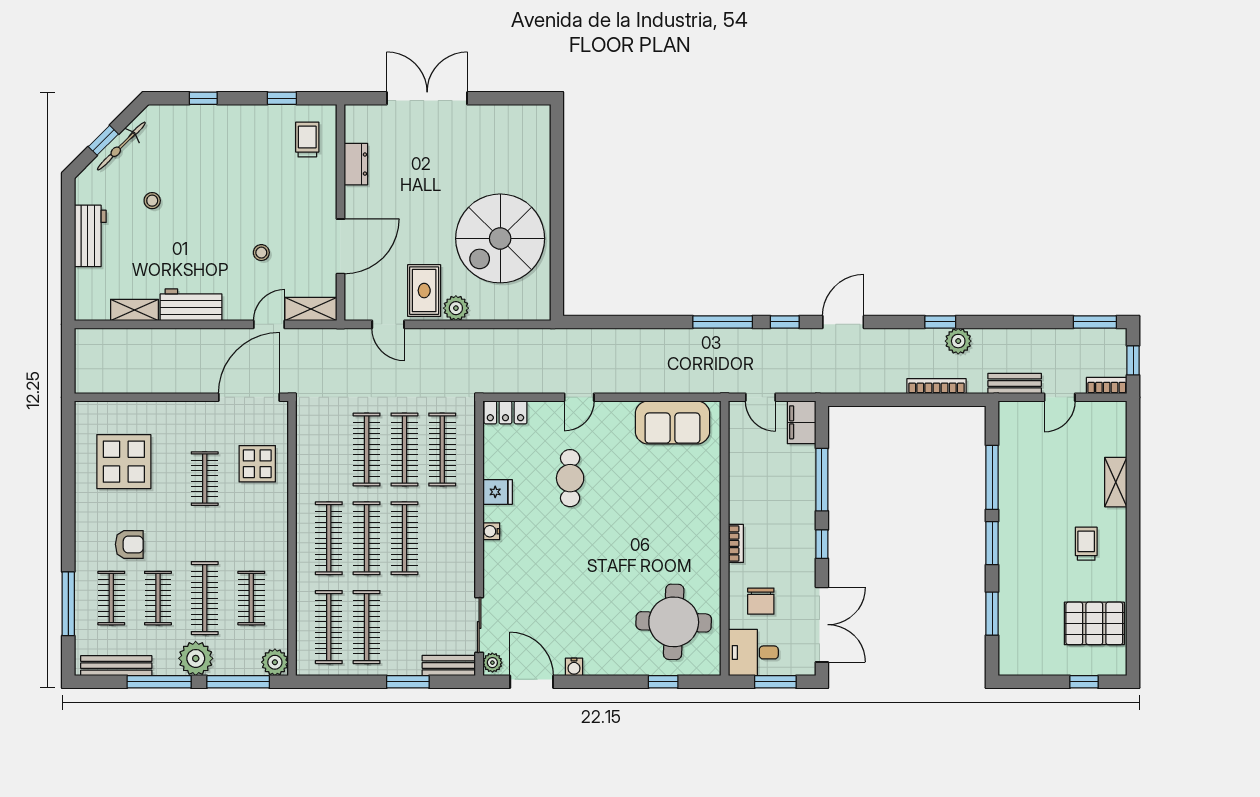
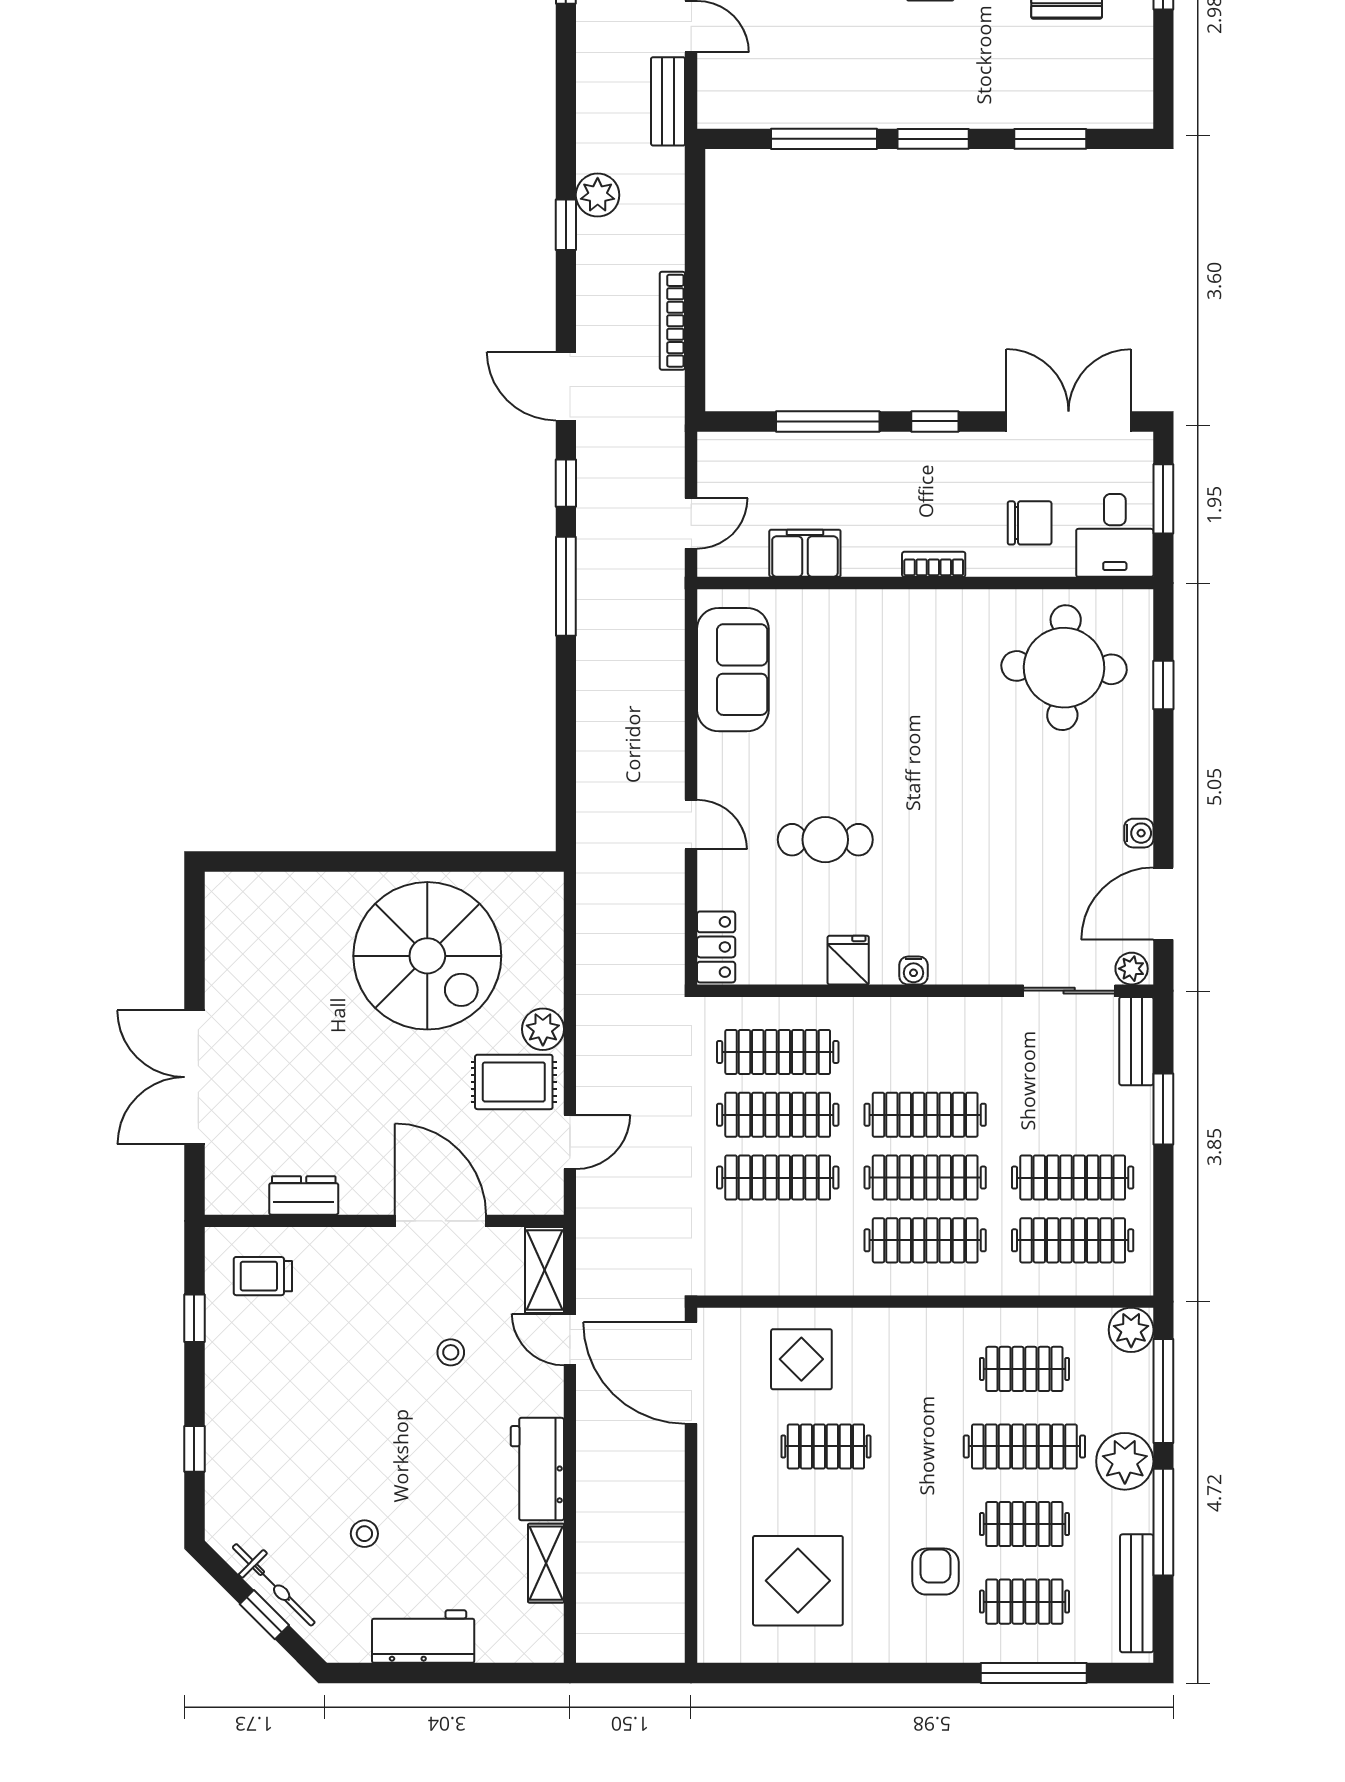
bookcase: (936, 386) -> (672, 321), moved
filing cabinet: (802, 422) -> (805, 553), moved, turned 180

